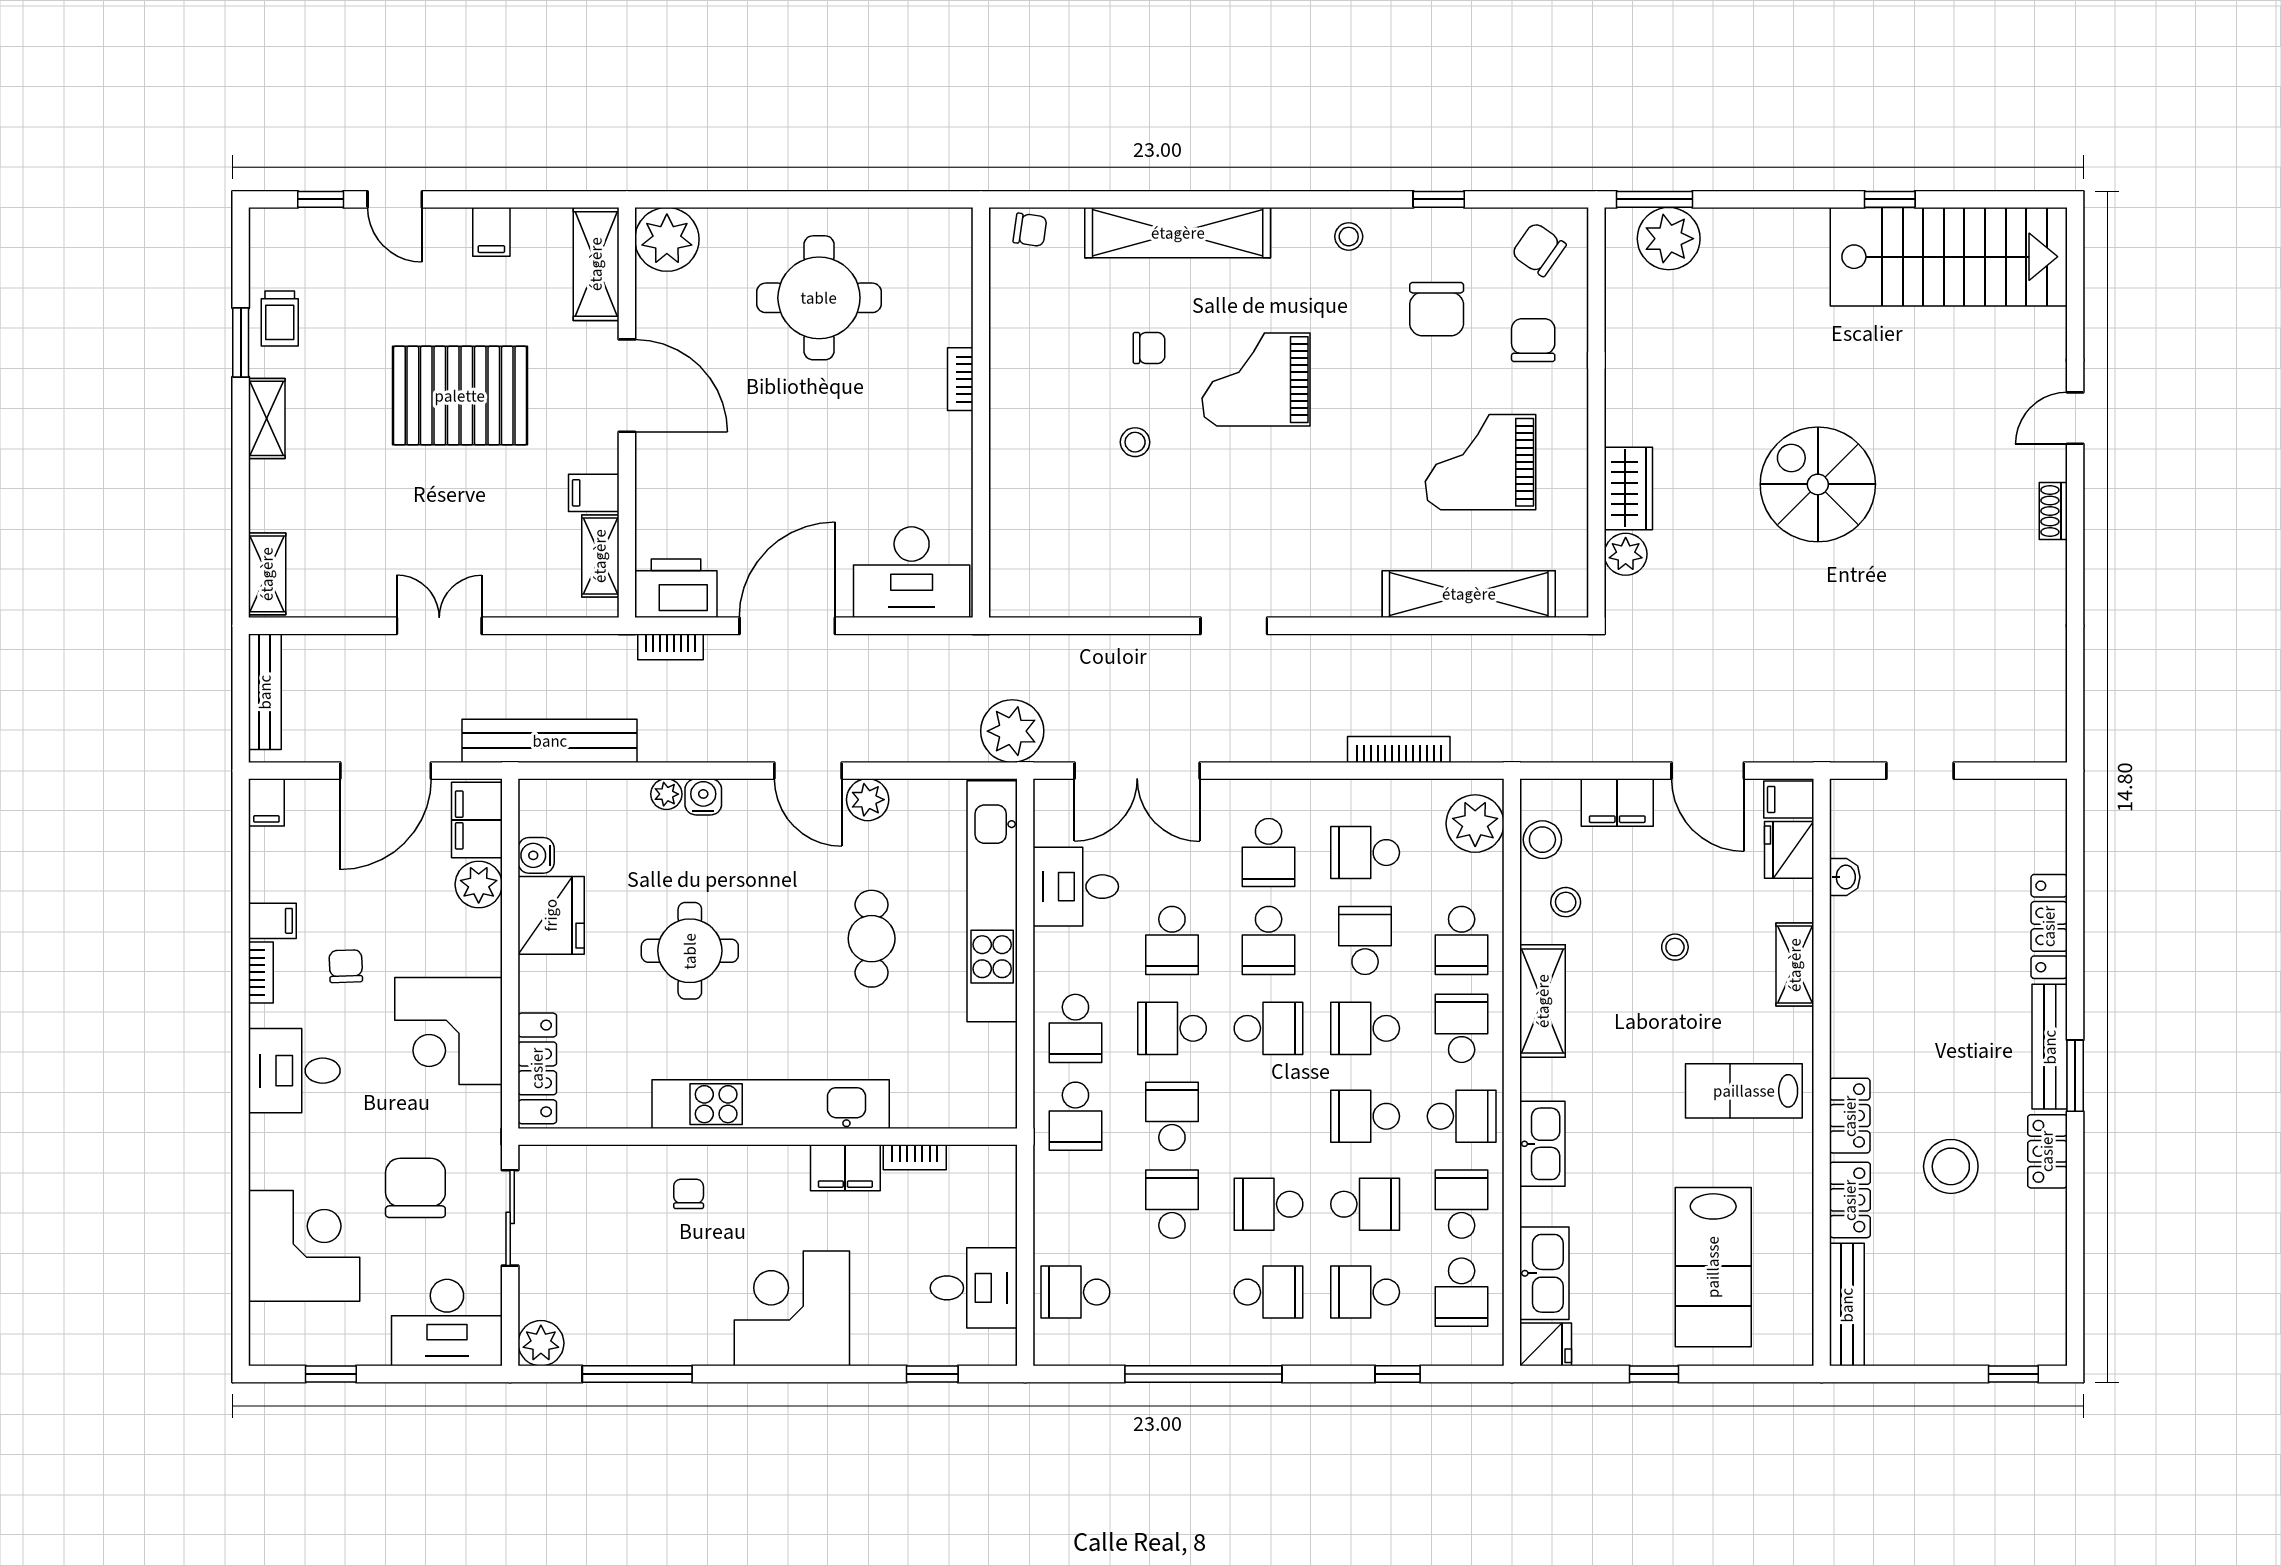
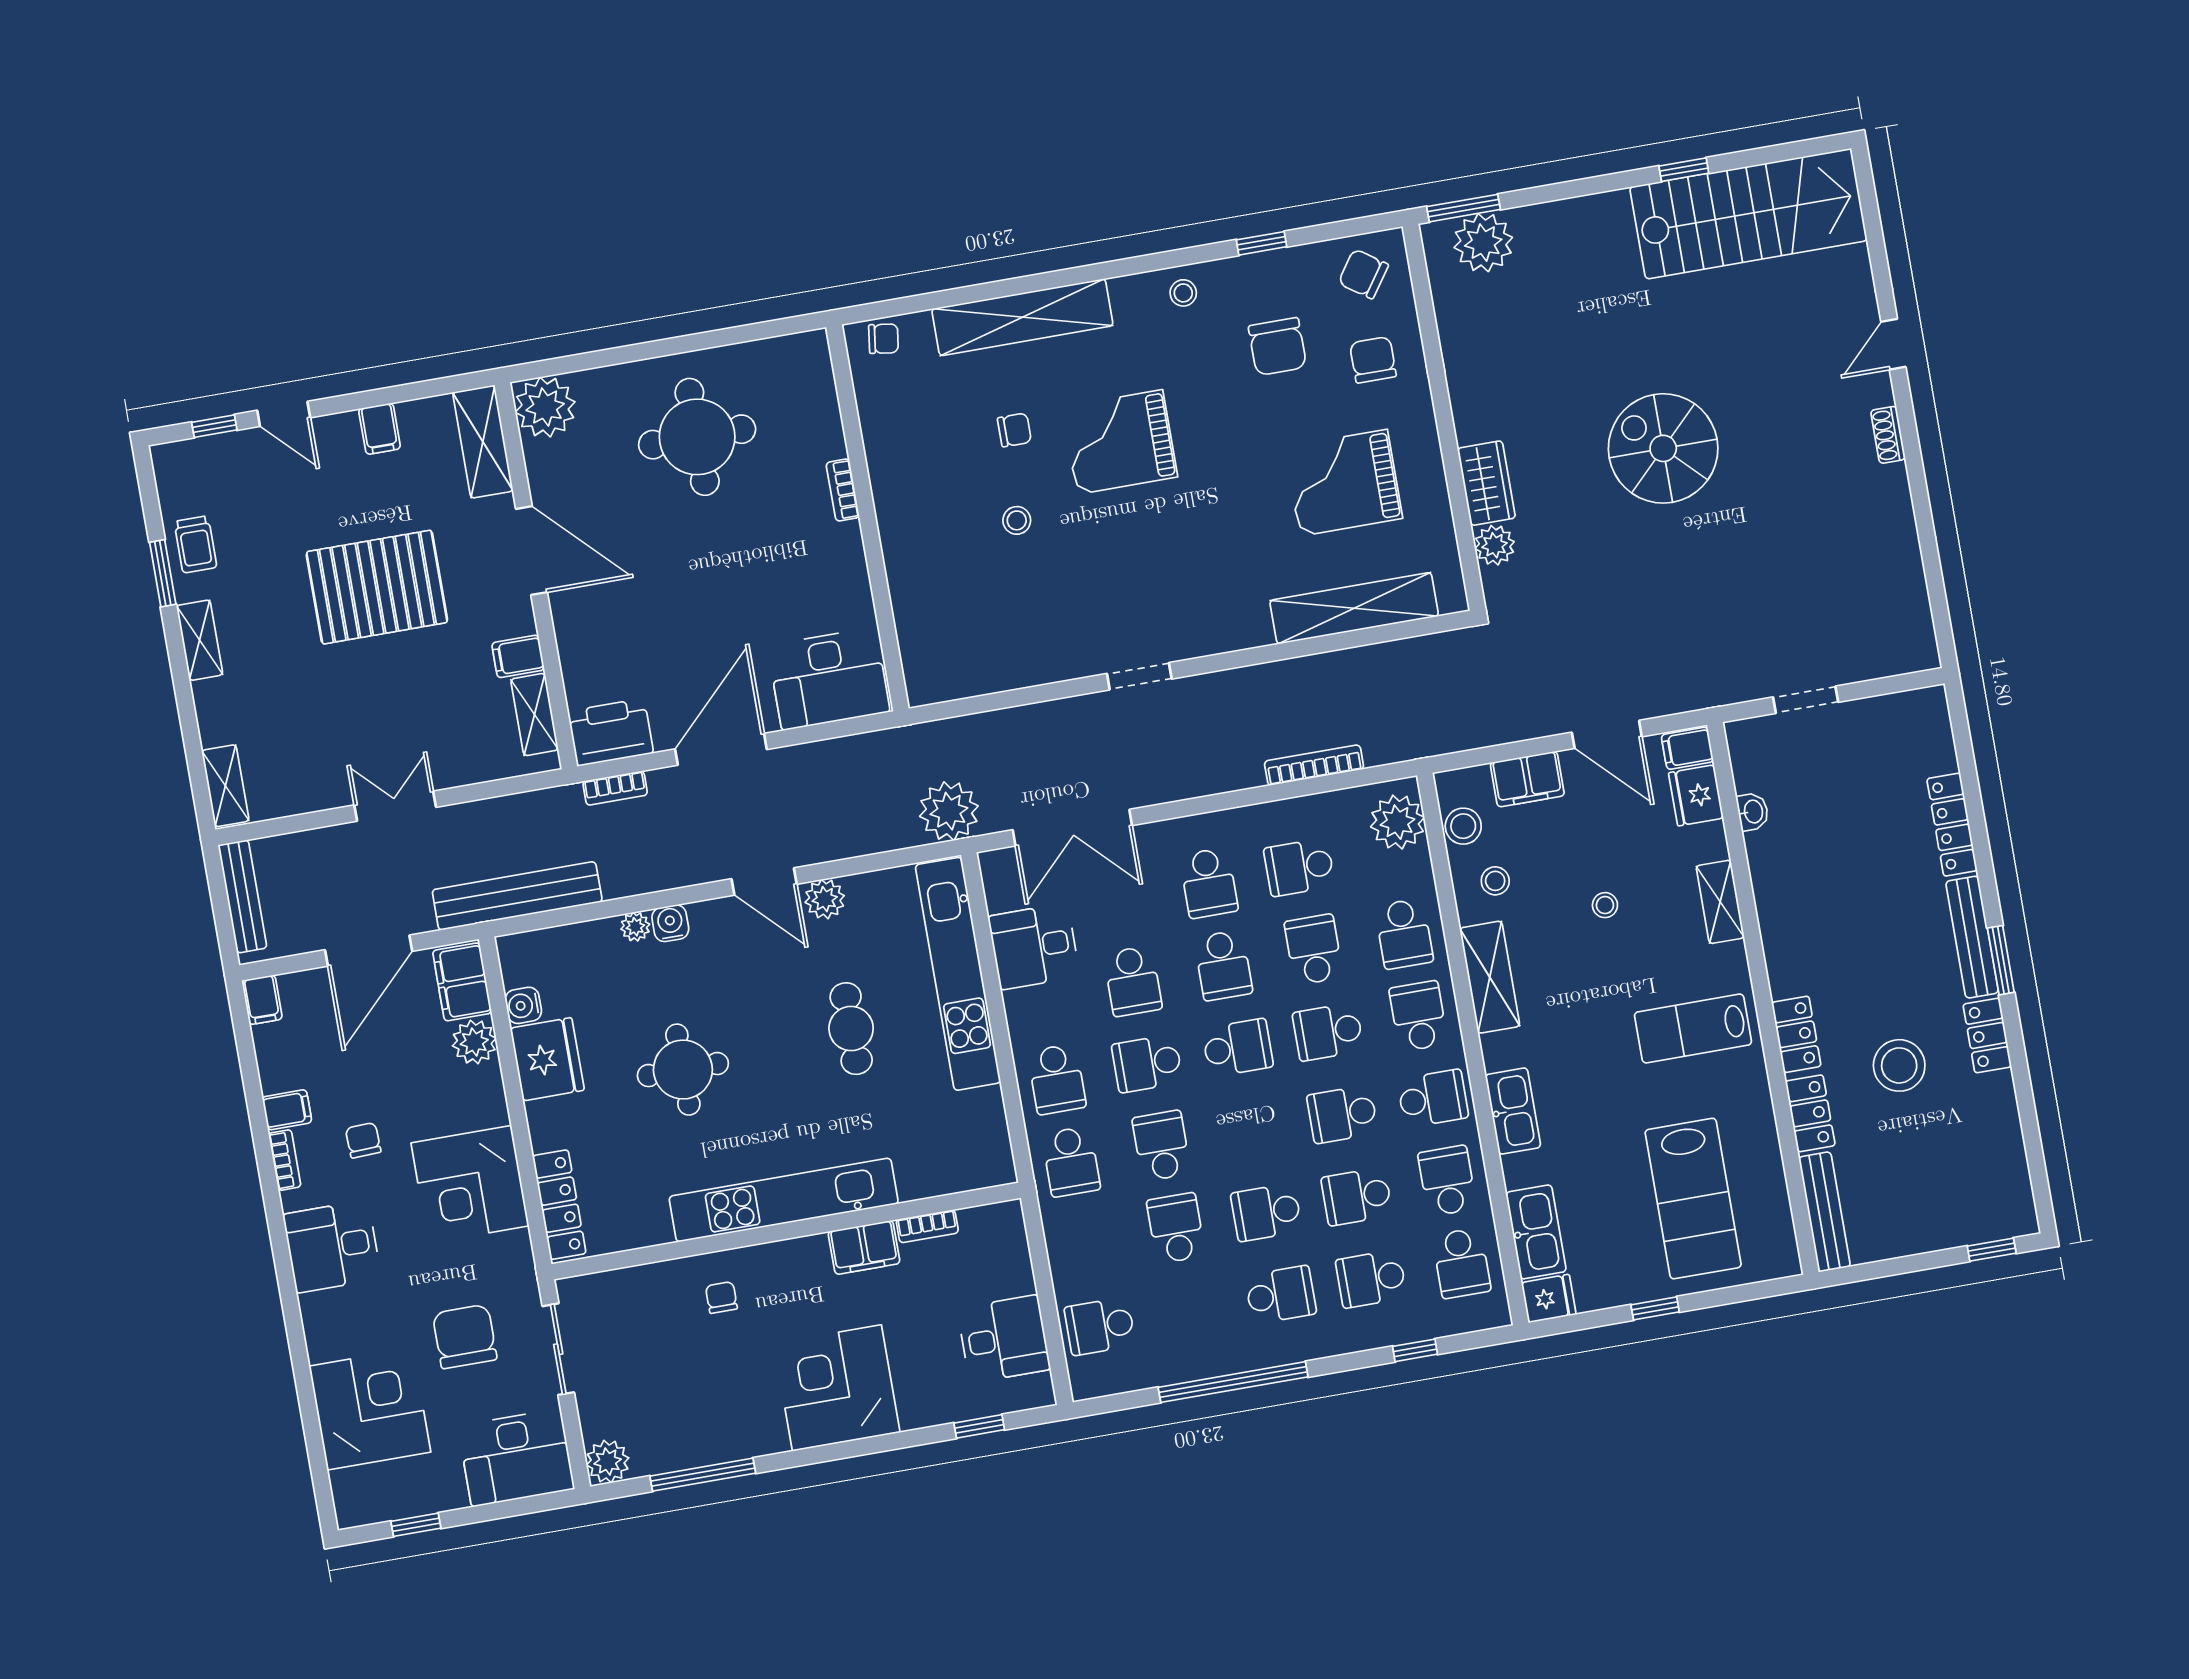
school desk: (1365, 1204) -> (1357, 1197), turned 180

